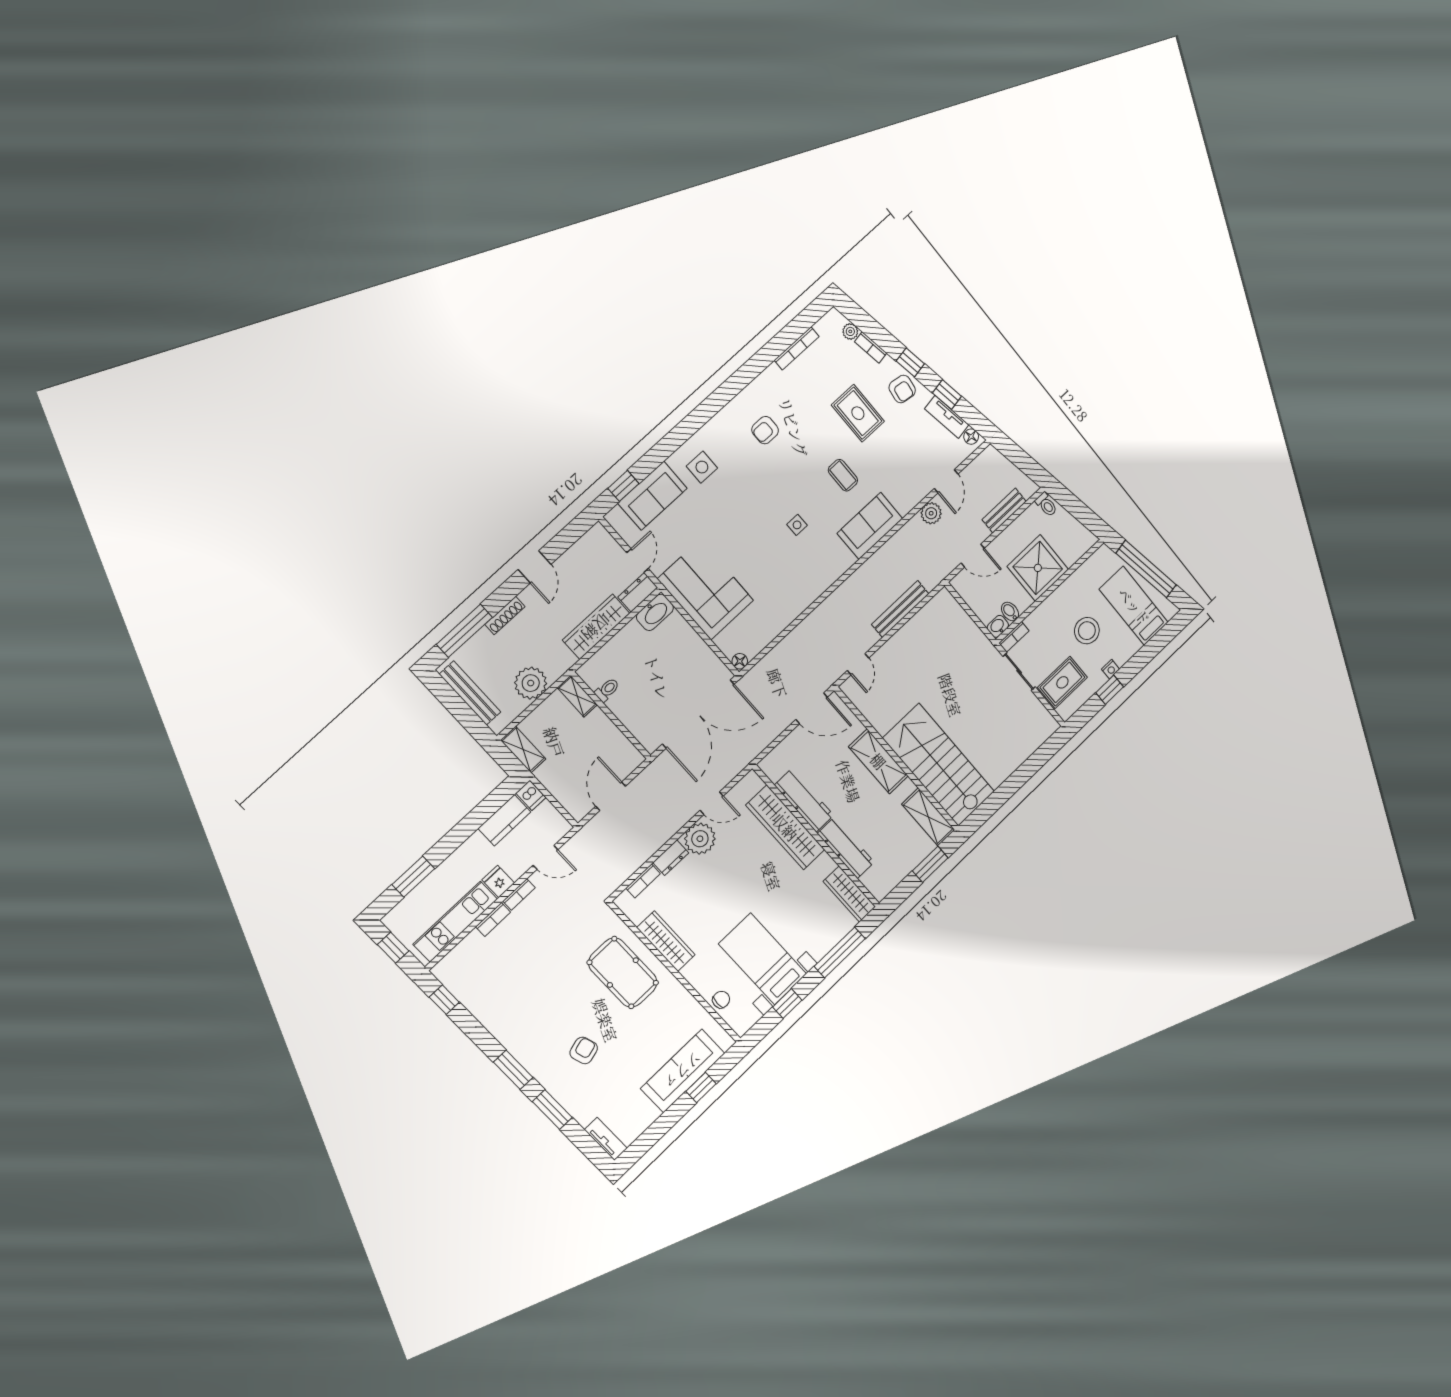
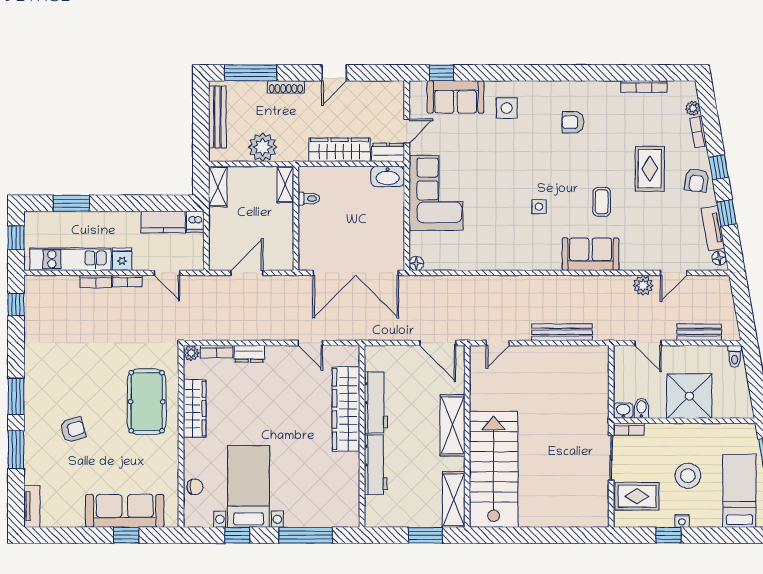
plant: (700, 839) -> (191, 353), moved, width x0.53, depth x0.53
wardrobe: (849, 894) -> (349, 500), removed

